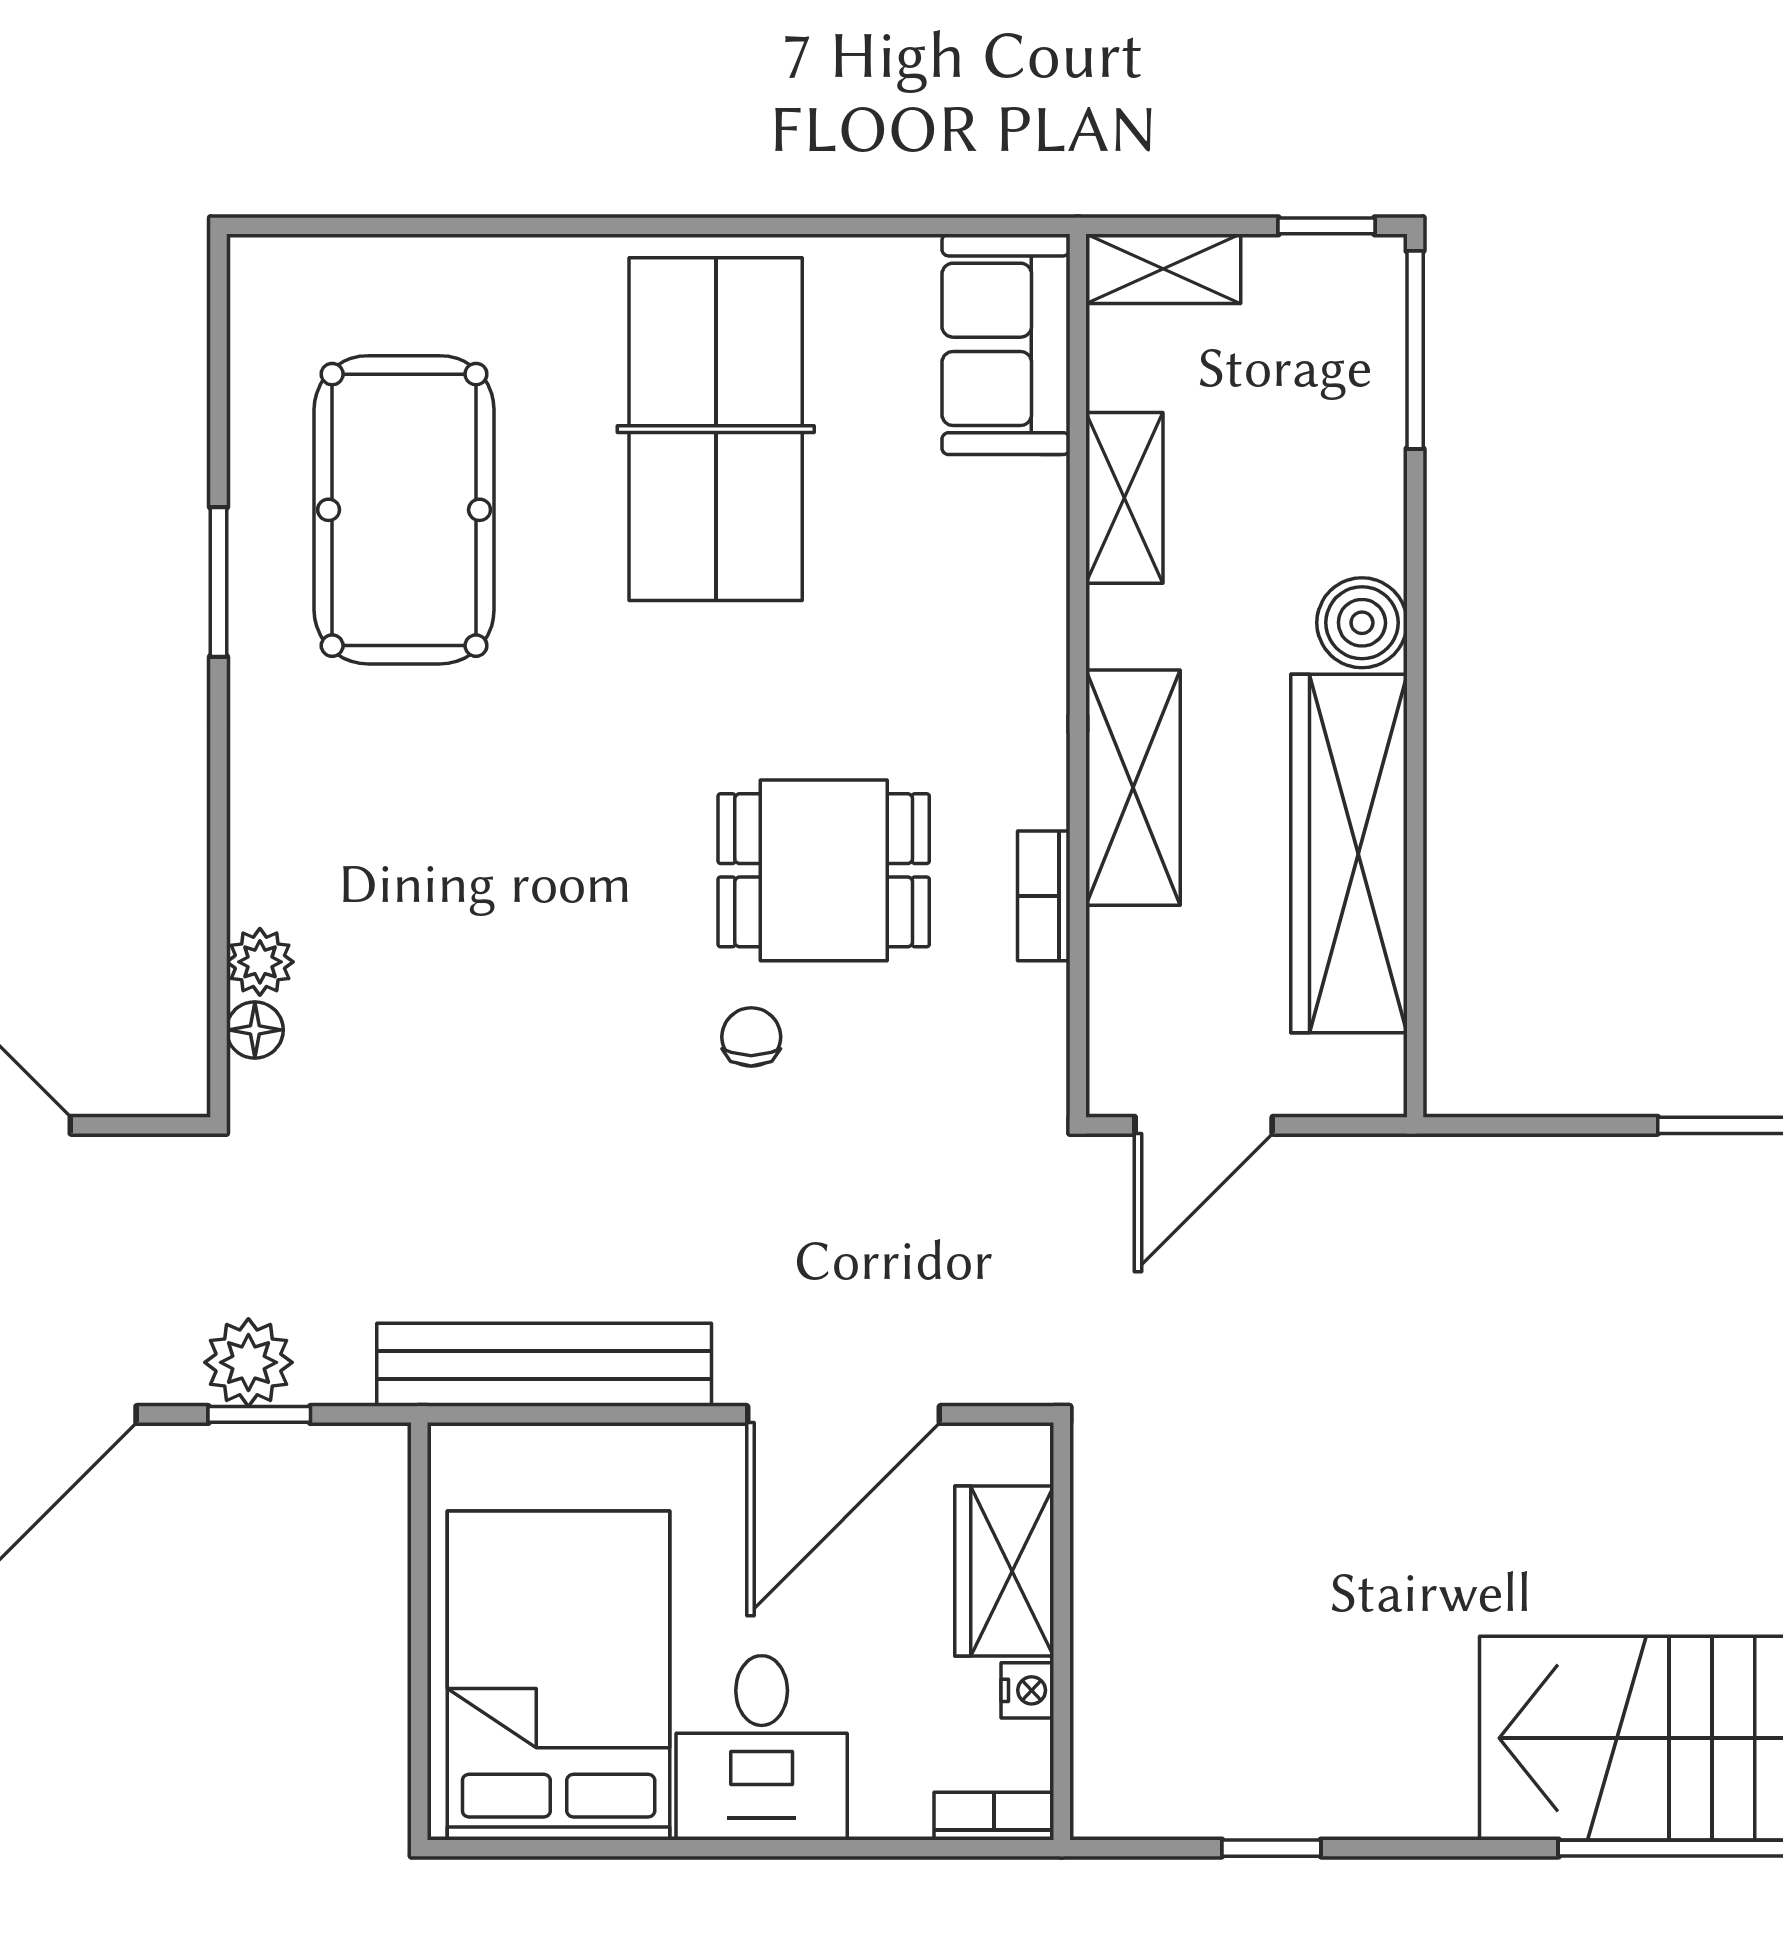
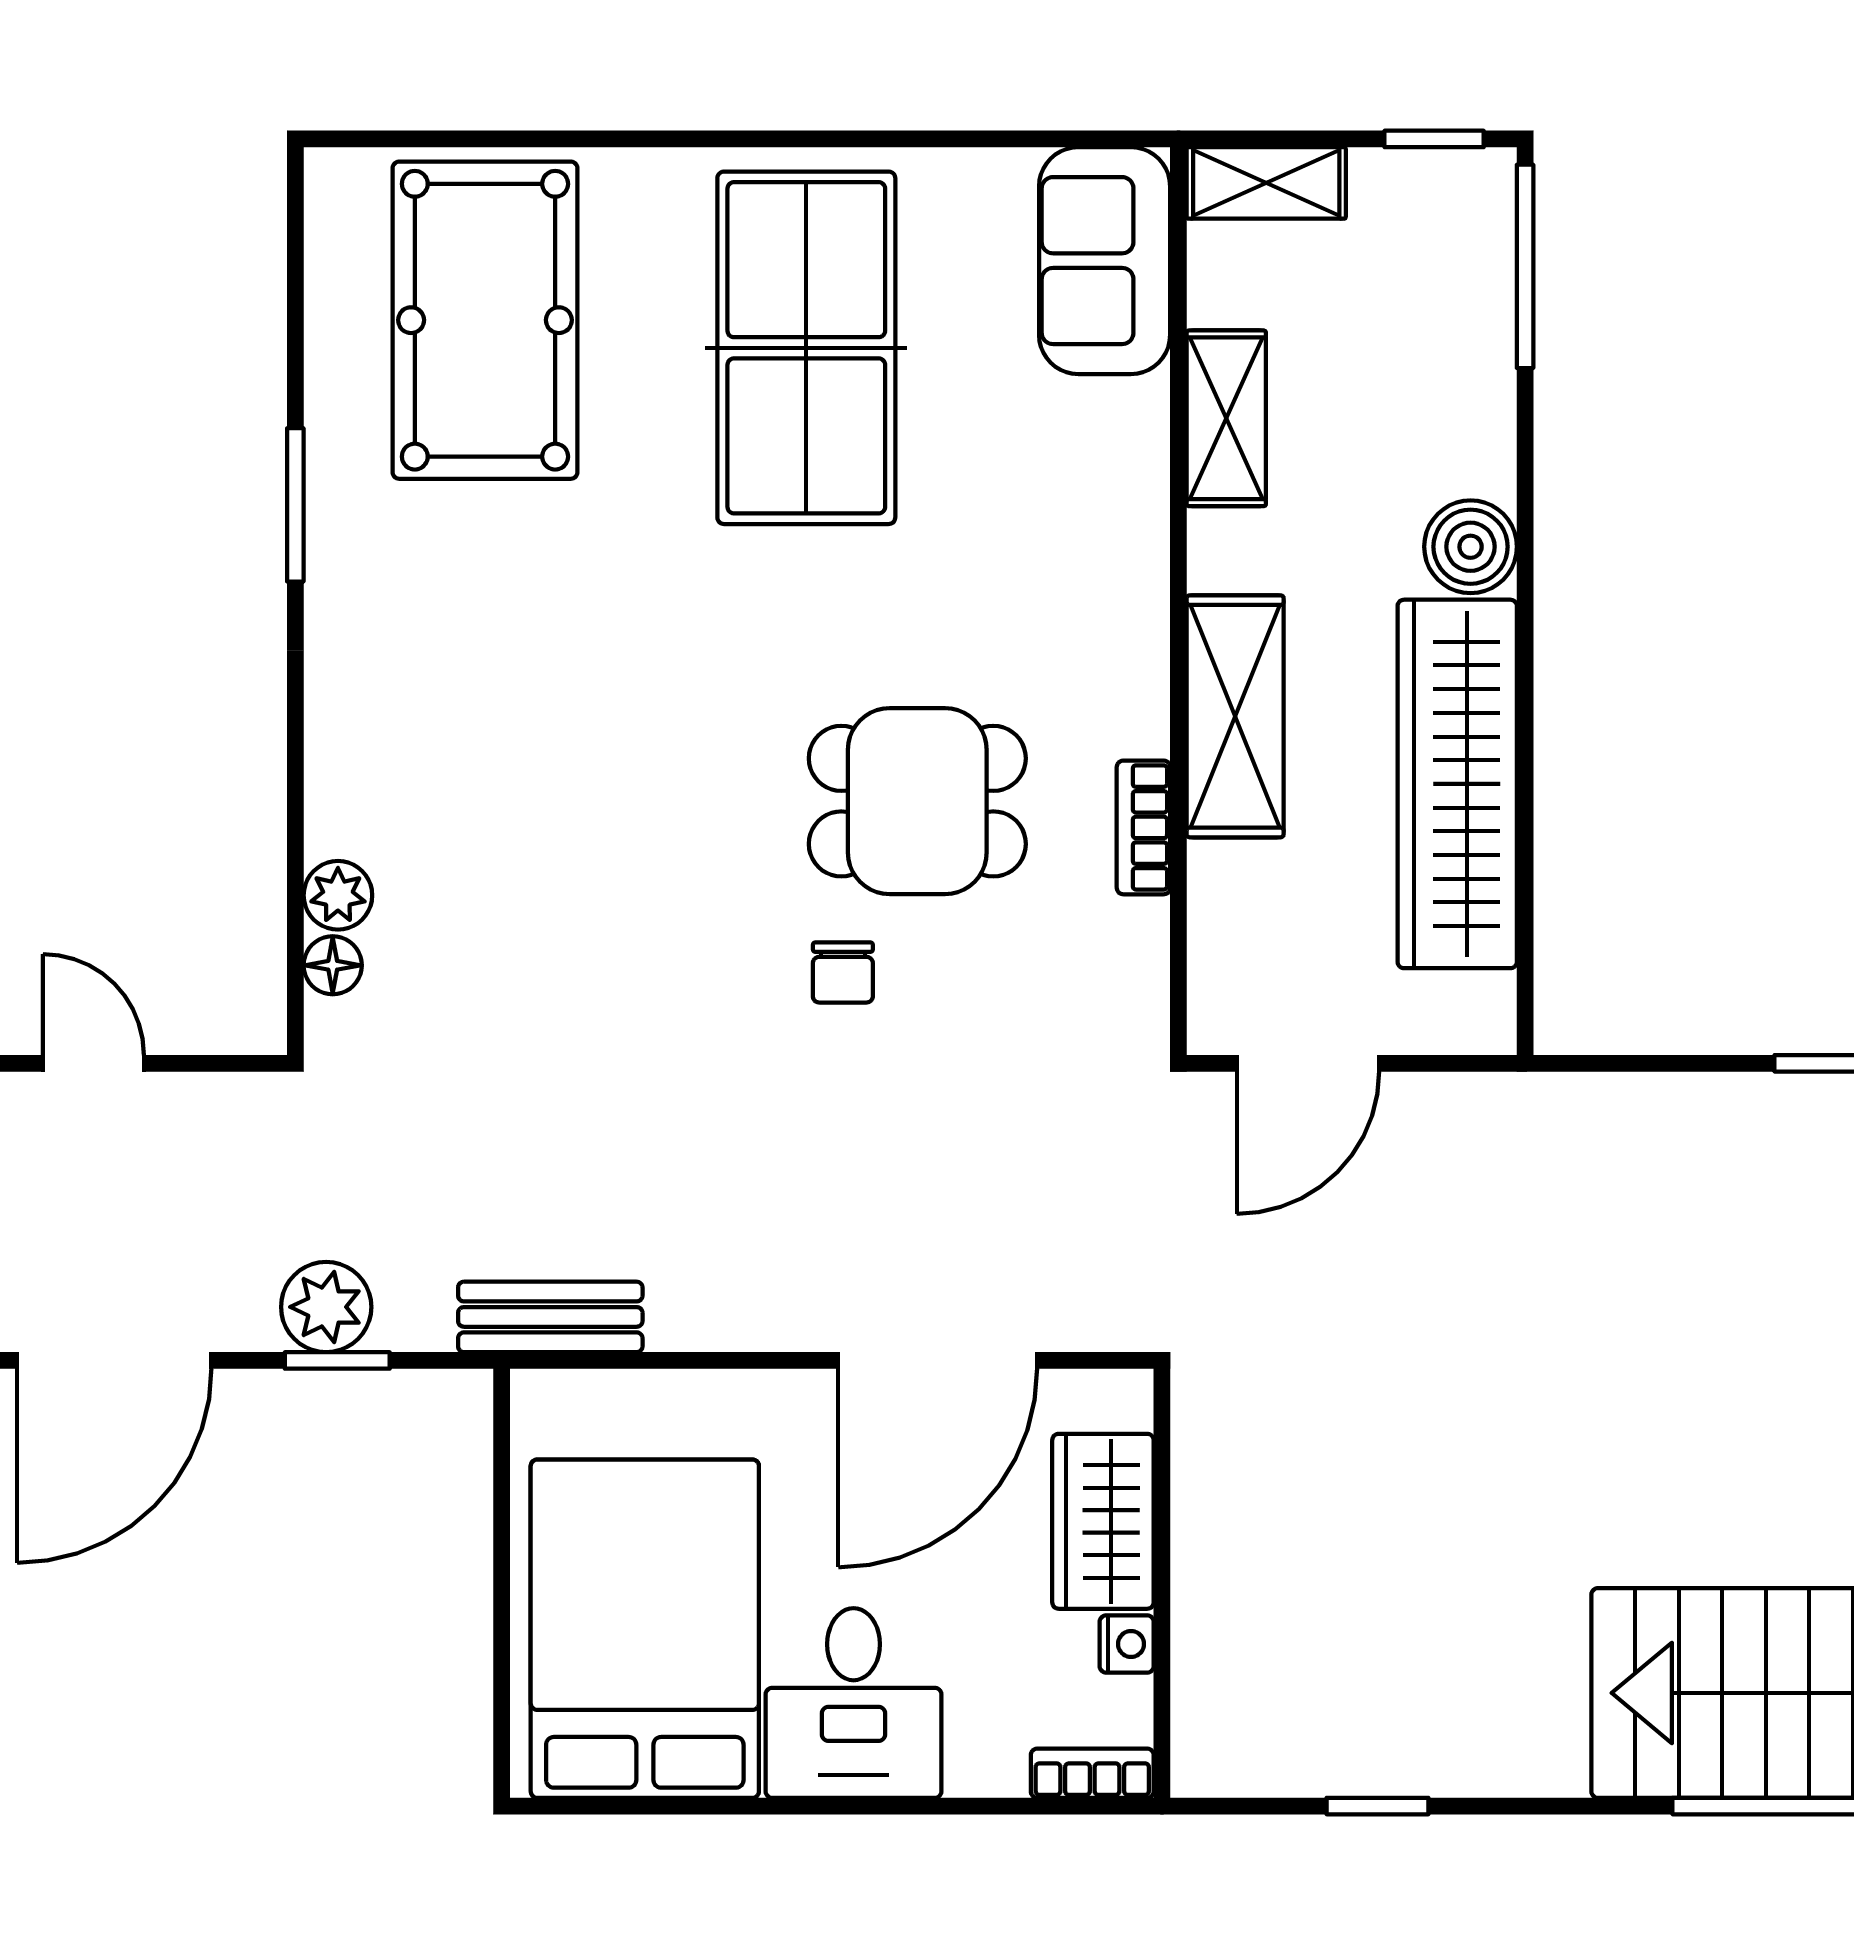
pool table: (404, 510) -> (485, 320), moved
chair: (751, 1037) -> (843, 972), turned 180
bench: (544, 1365) -> (550, 1317), width x0.54, depth x0.82

